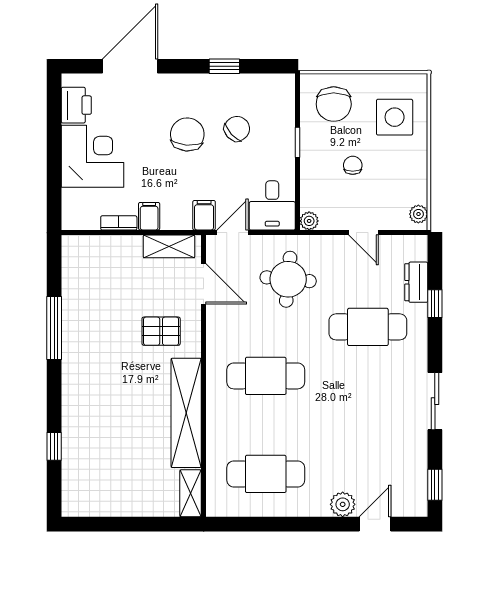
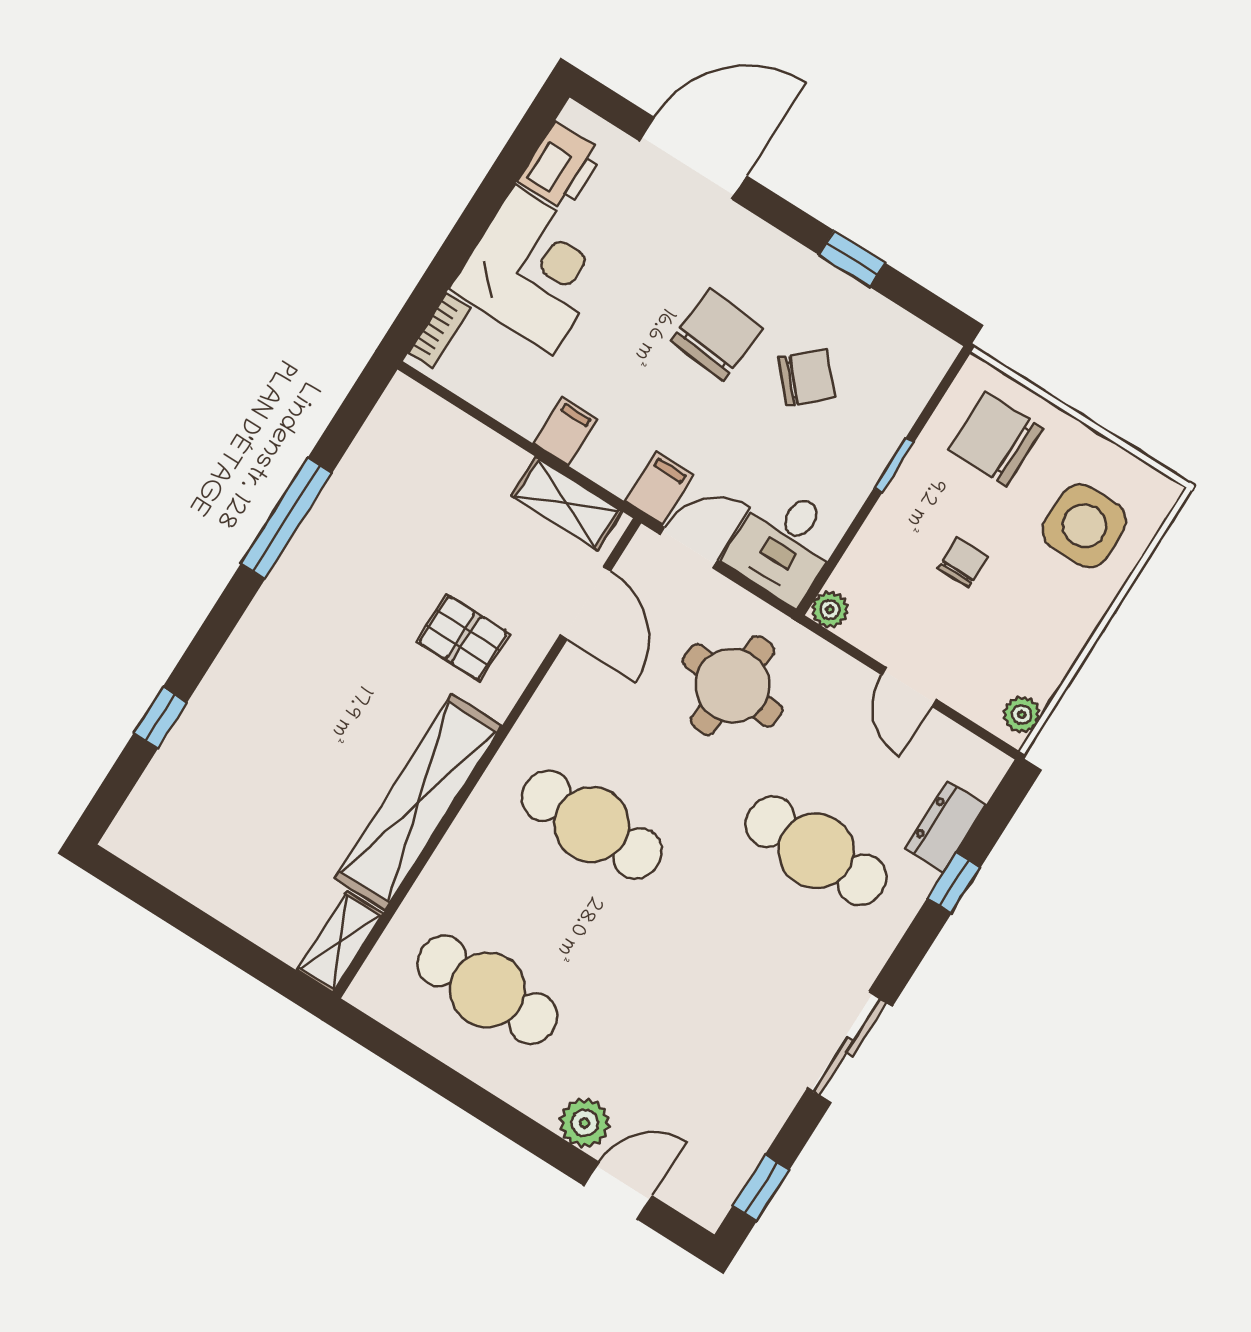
chair: (334, 104) -> (996, 439), turned 90
bookcase: (119, 223) -> (439, 330), moved, turned 90

